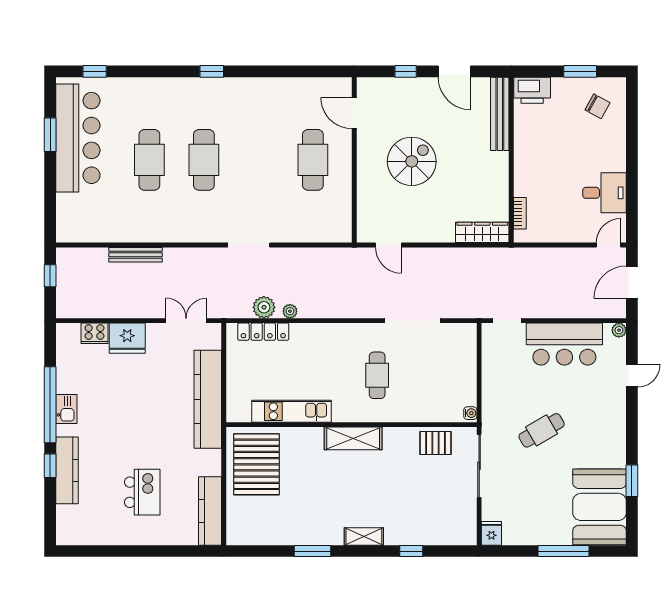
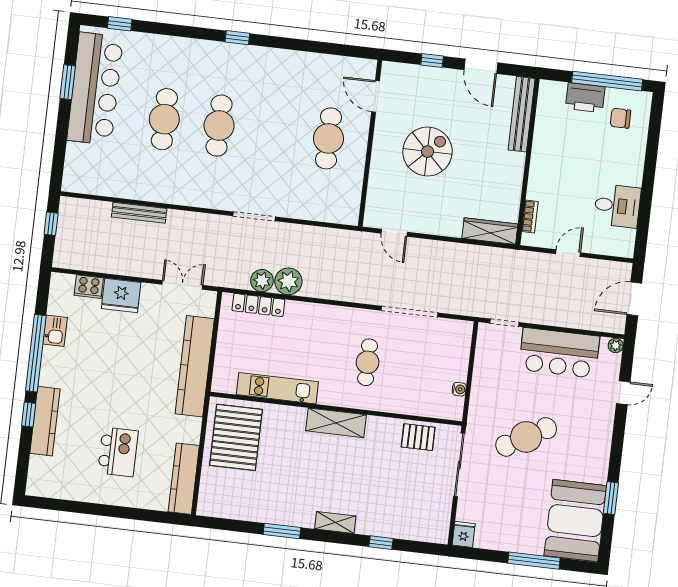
window: (580, 71) -> (607, 81), width x2.11
printer: (532, 90) -> (585, 98), moved
chair: (597, 106) -> (620, 118), turned 151
door: (609, 245) -> (568, 253), moved
plant: (290, 311) -> (288, 281), width x1.88, depth x1.88
kitchen sink: (66, 409) -> (55, 331), moved
water cooler: (470, 413) -> (459, 389), moved
cafe table: (542, 430) -> (526, 437), width x1.37, depth x1.35

